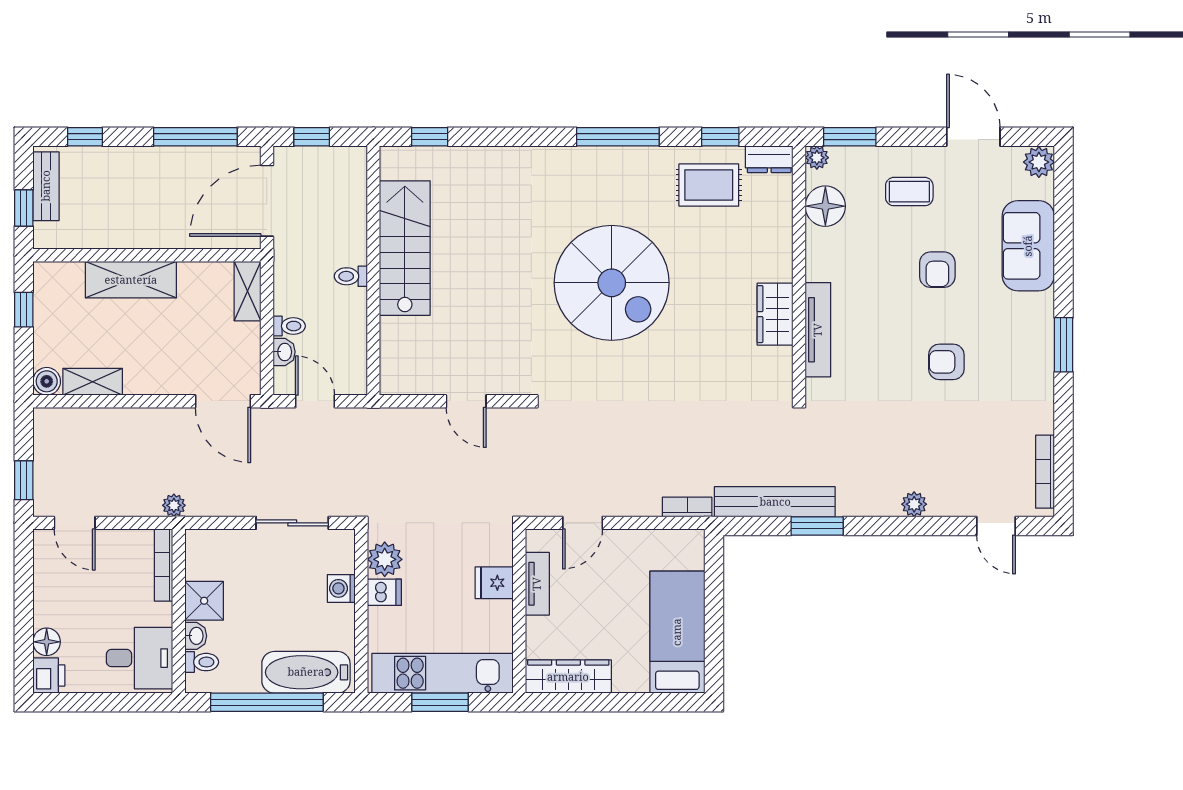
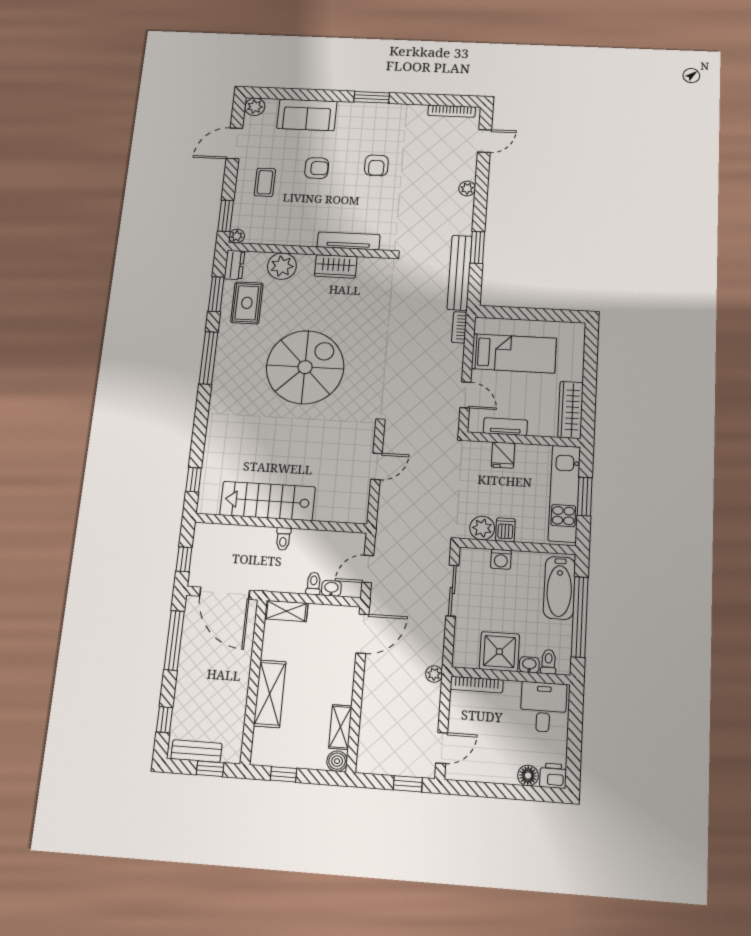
window: (720, 137) -> (216, 294), width x1.50
floor lamp: (825, 206) -> (269, 233), removed
plant: (771, 232) -> (282, 266), added
shower: (204, 601) -> (499, 652), width x1.36, depth x1.36
bed: (677, 632) -> (514, 353), moved, turned 180

